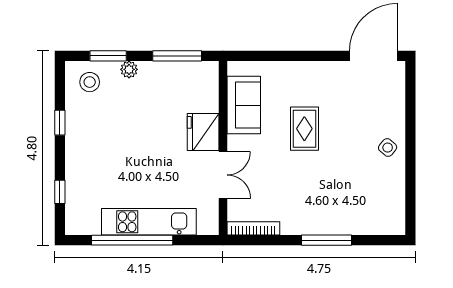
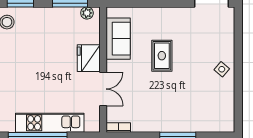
plant: (129, 69) -> (87, 13), moved
bookcase: (253, 228) -> (118, 128), width x0.64

